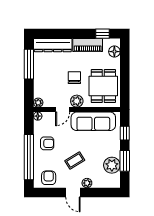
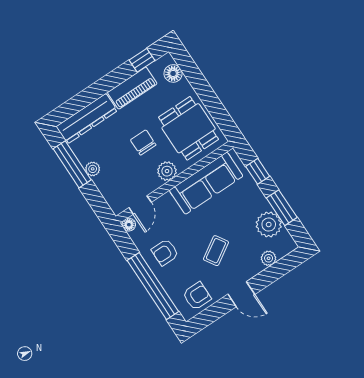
plant: (38, 103) -> (93, 169), moved
door: (63, 110) -> (140, 205), moved
armchair: (47, 143) -> (165, 252), turned 180
armchair: (49, 178) -> (197, 296), turned 90
plant: (87, 183) -> (269, 258), moved

